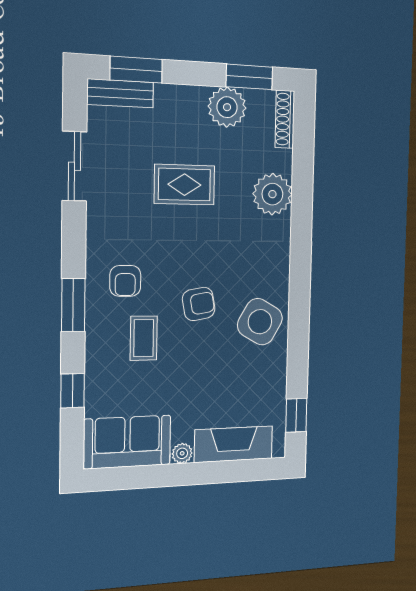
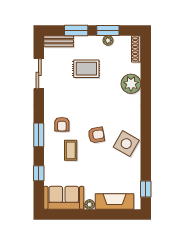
window: (136, 70) -> (76, 30), moved
window: (249, 77) -> (108, 30), moved
plant: (227, 107) -> (108, 40), width x0.53, depth x0.53
rug: (184, 185) -> (86, 69), moved

